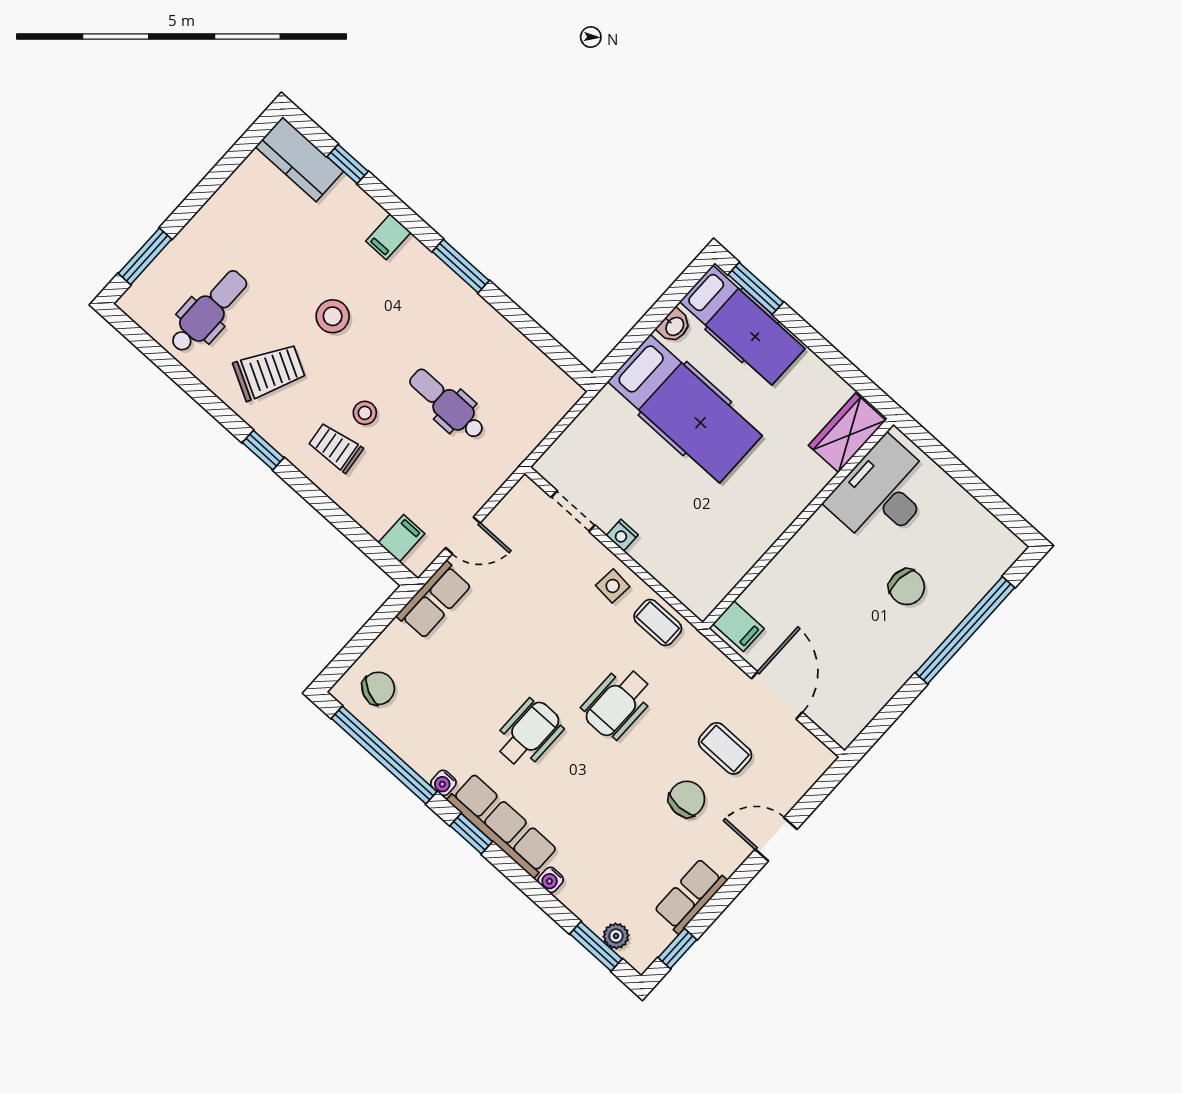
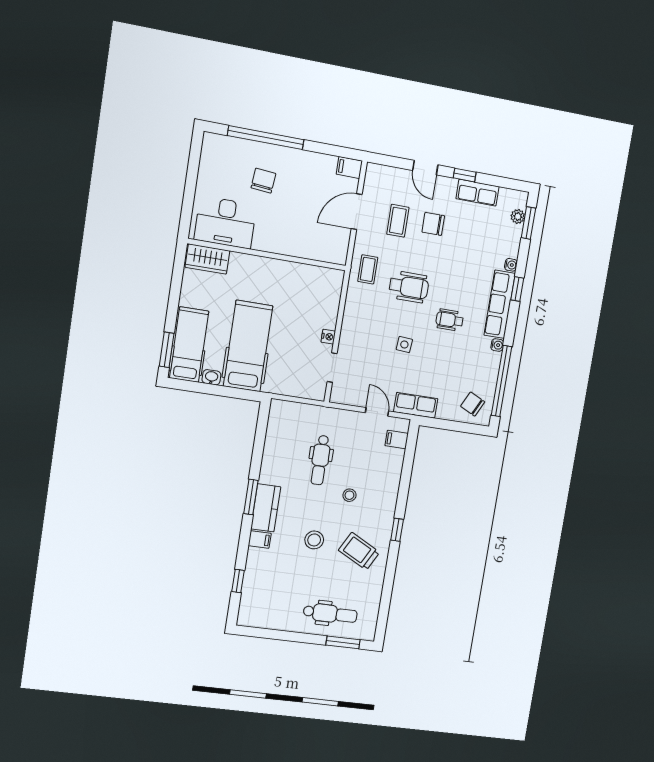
kitchen counter: (299, 159) -> (266, 508), moved
dental chair: (208, 311) -> (330, 614), moved, turned 180
trolley: (335, 447) -> (374, 498), removed
side table: (613, 586) -> (404, 344), moved
coffee table: (658, 622) -> (368, 269), moved
filing cabinet: (738, 626) -> (349, 168), moved, turned -90
wheelchair: (529, 733) -> (450, 320), width x0.73, depth x0.73
window: (471, 834) -> (517, 289), moved
window: (677, 949) -> (465, 175), moved

